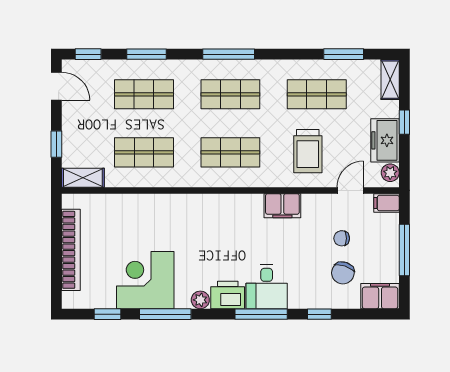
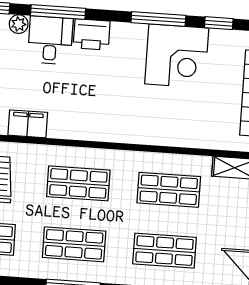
plant: (200, 300) -> (19, 24), moved

